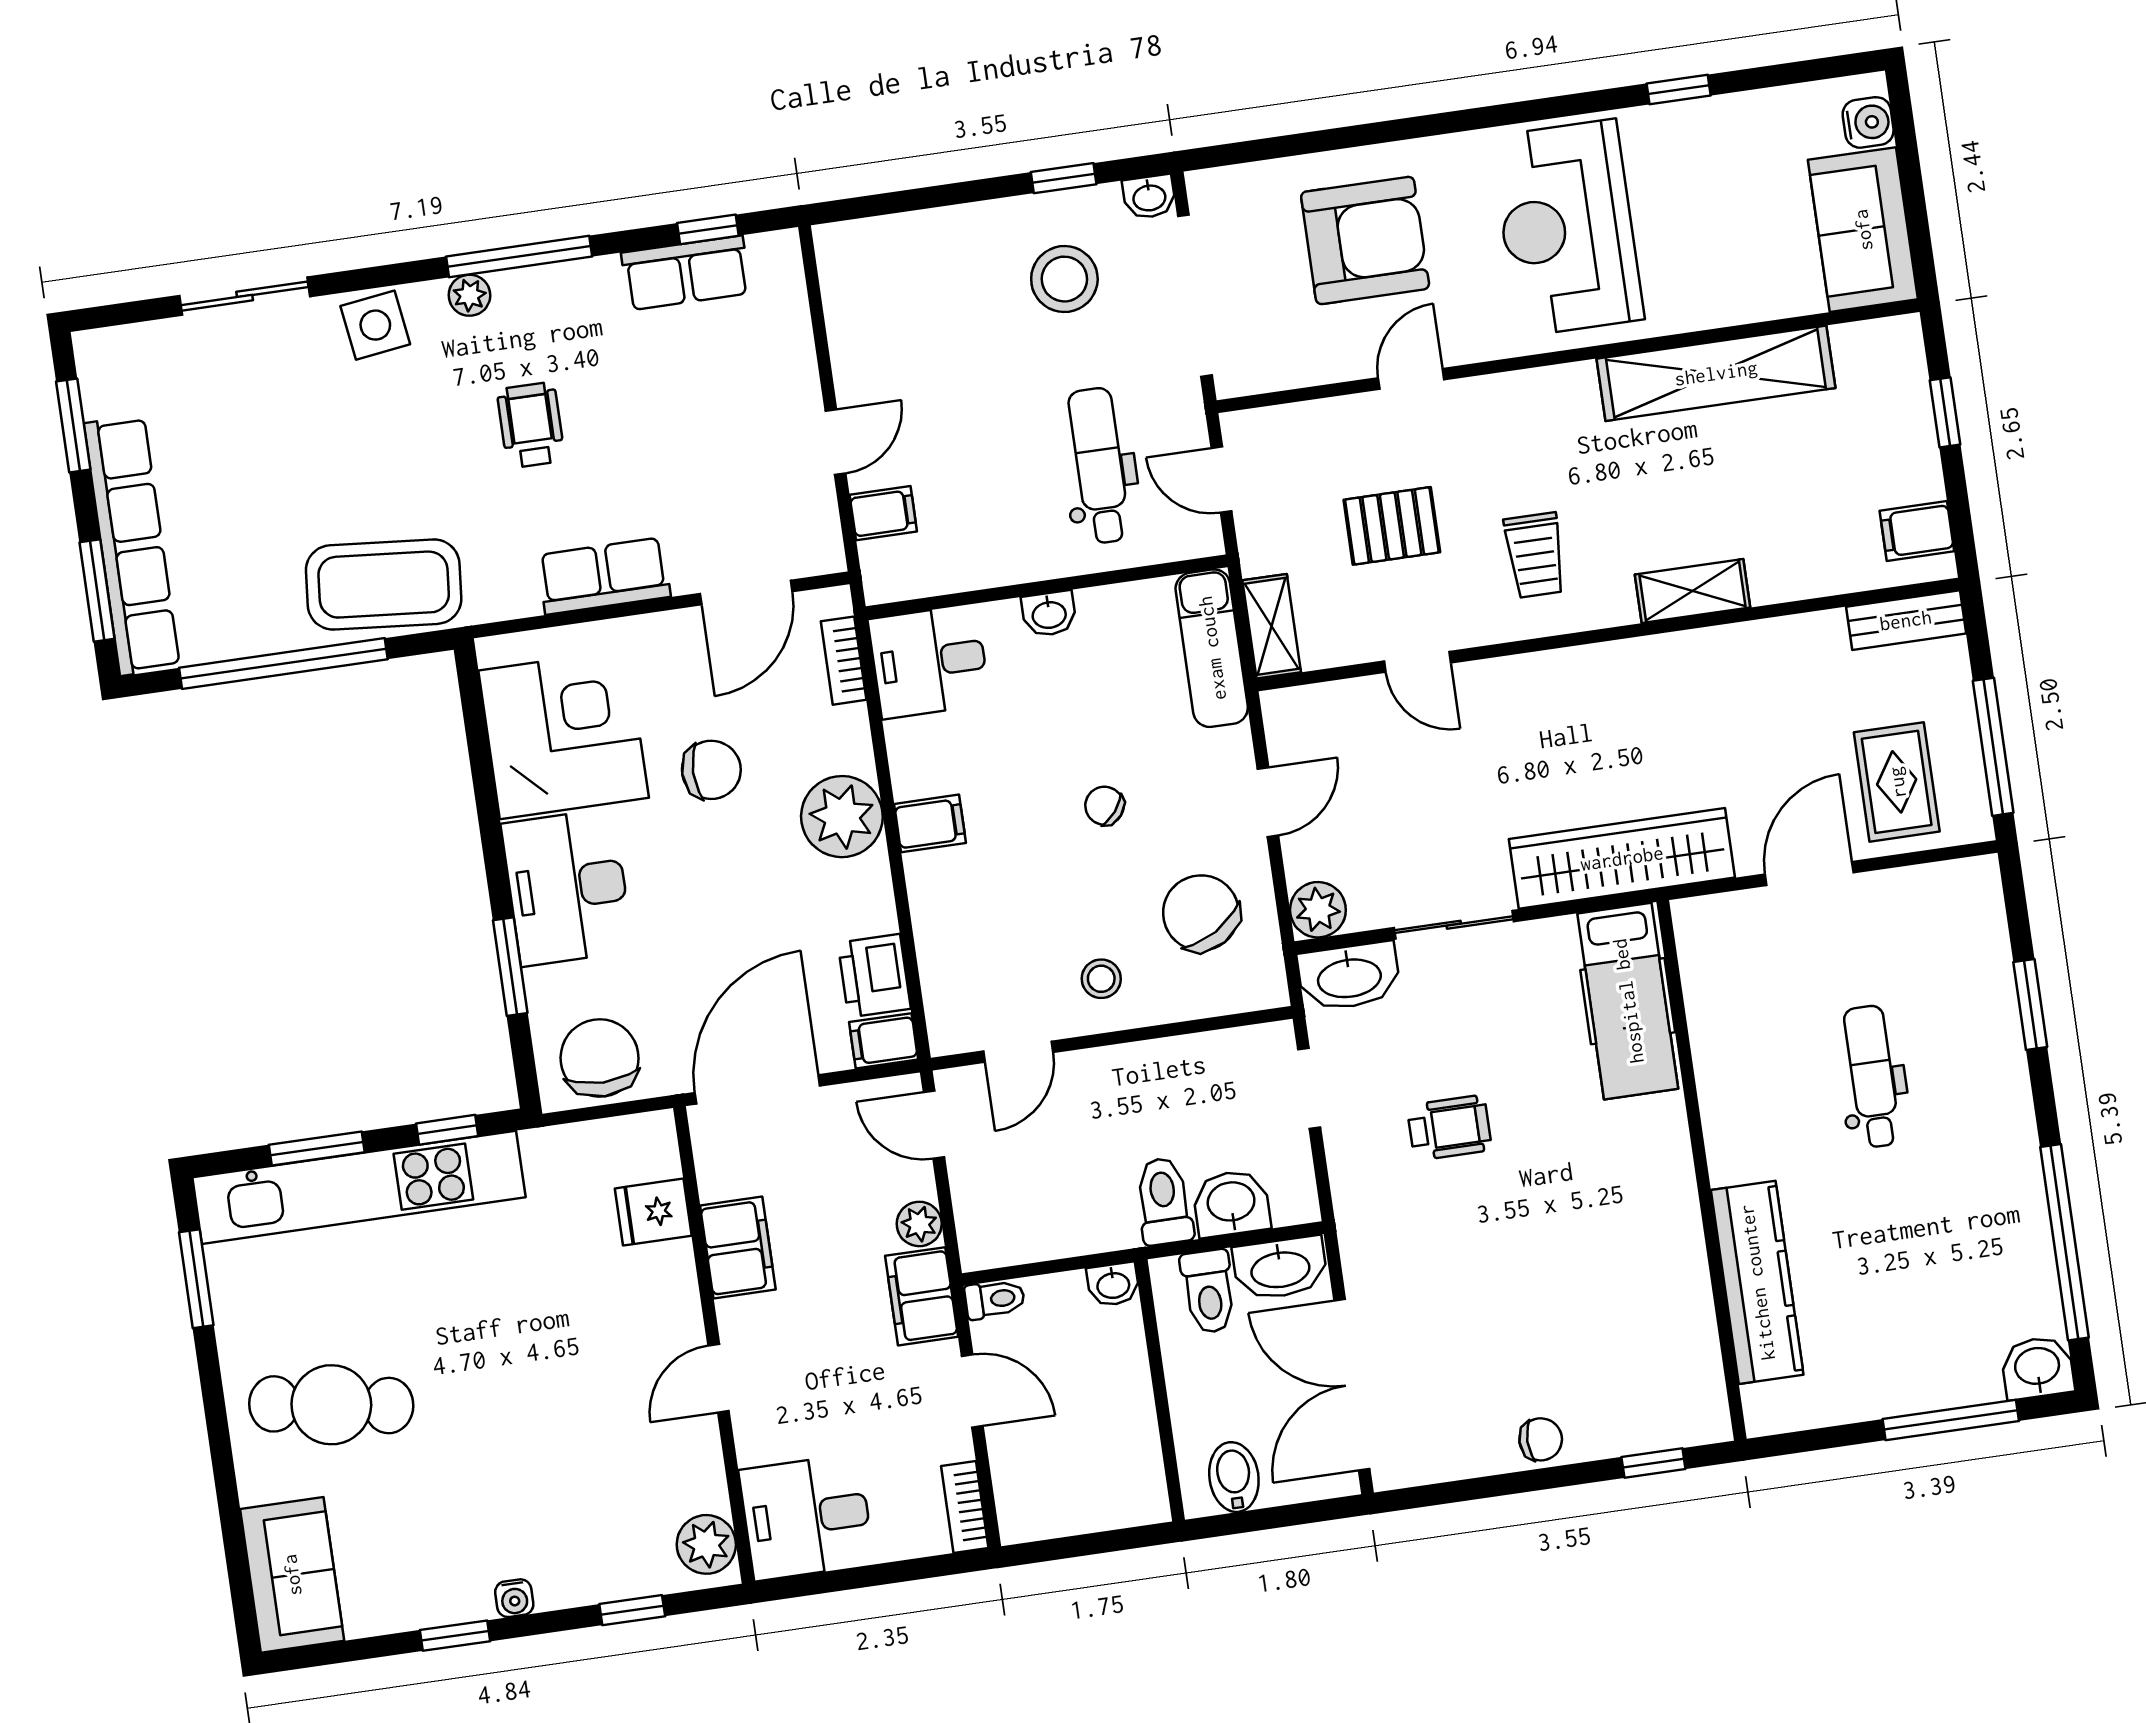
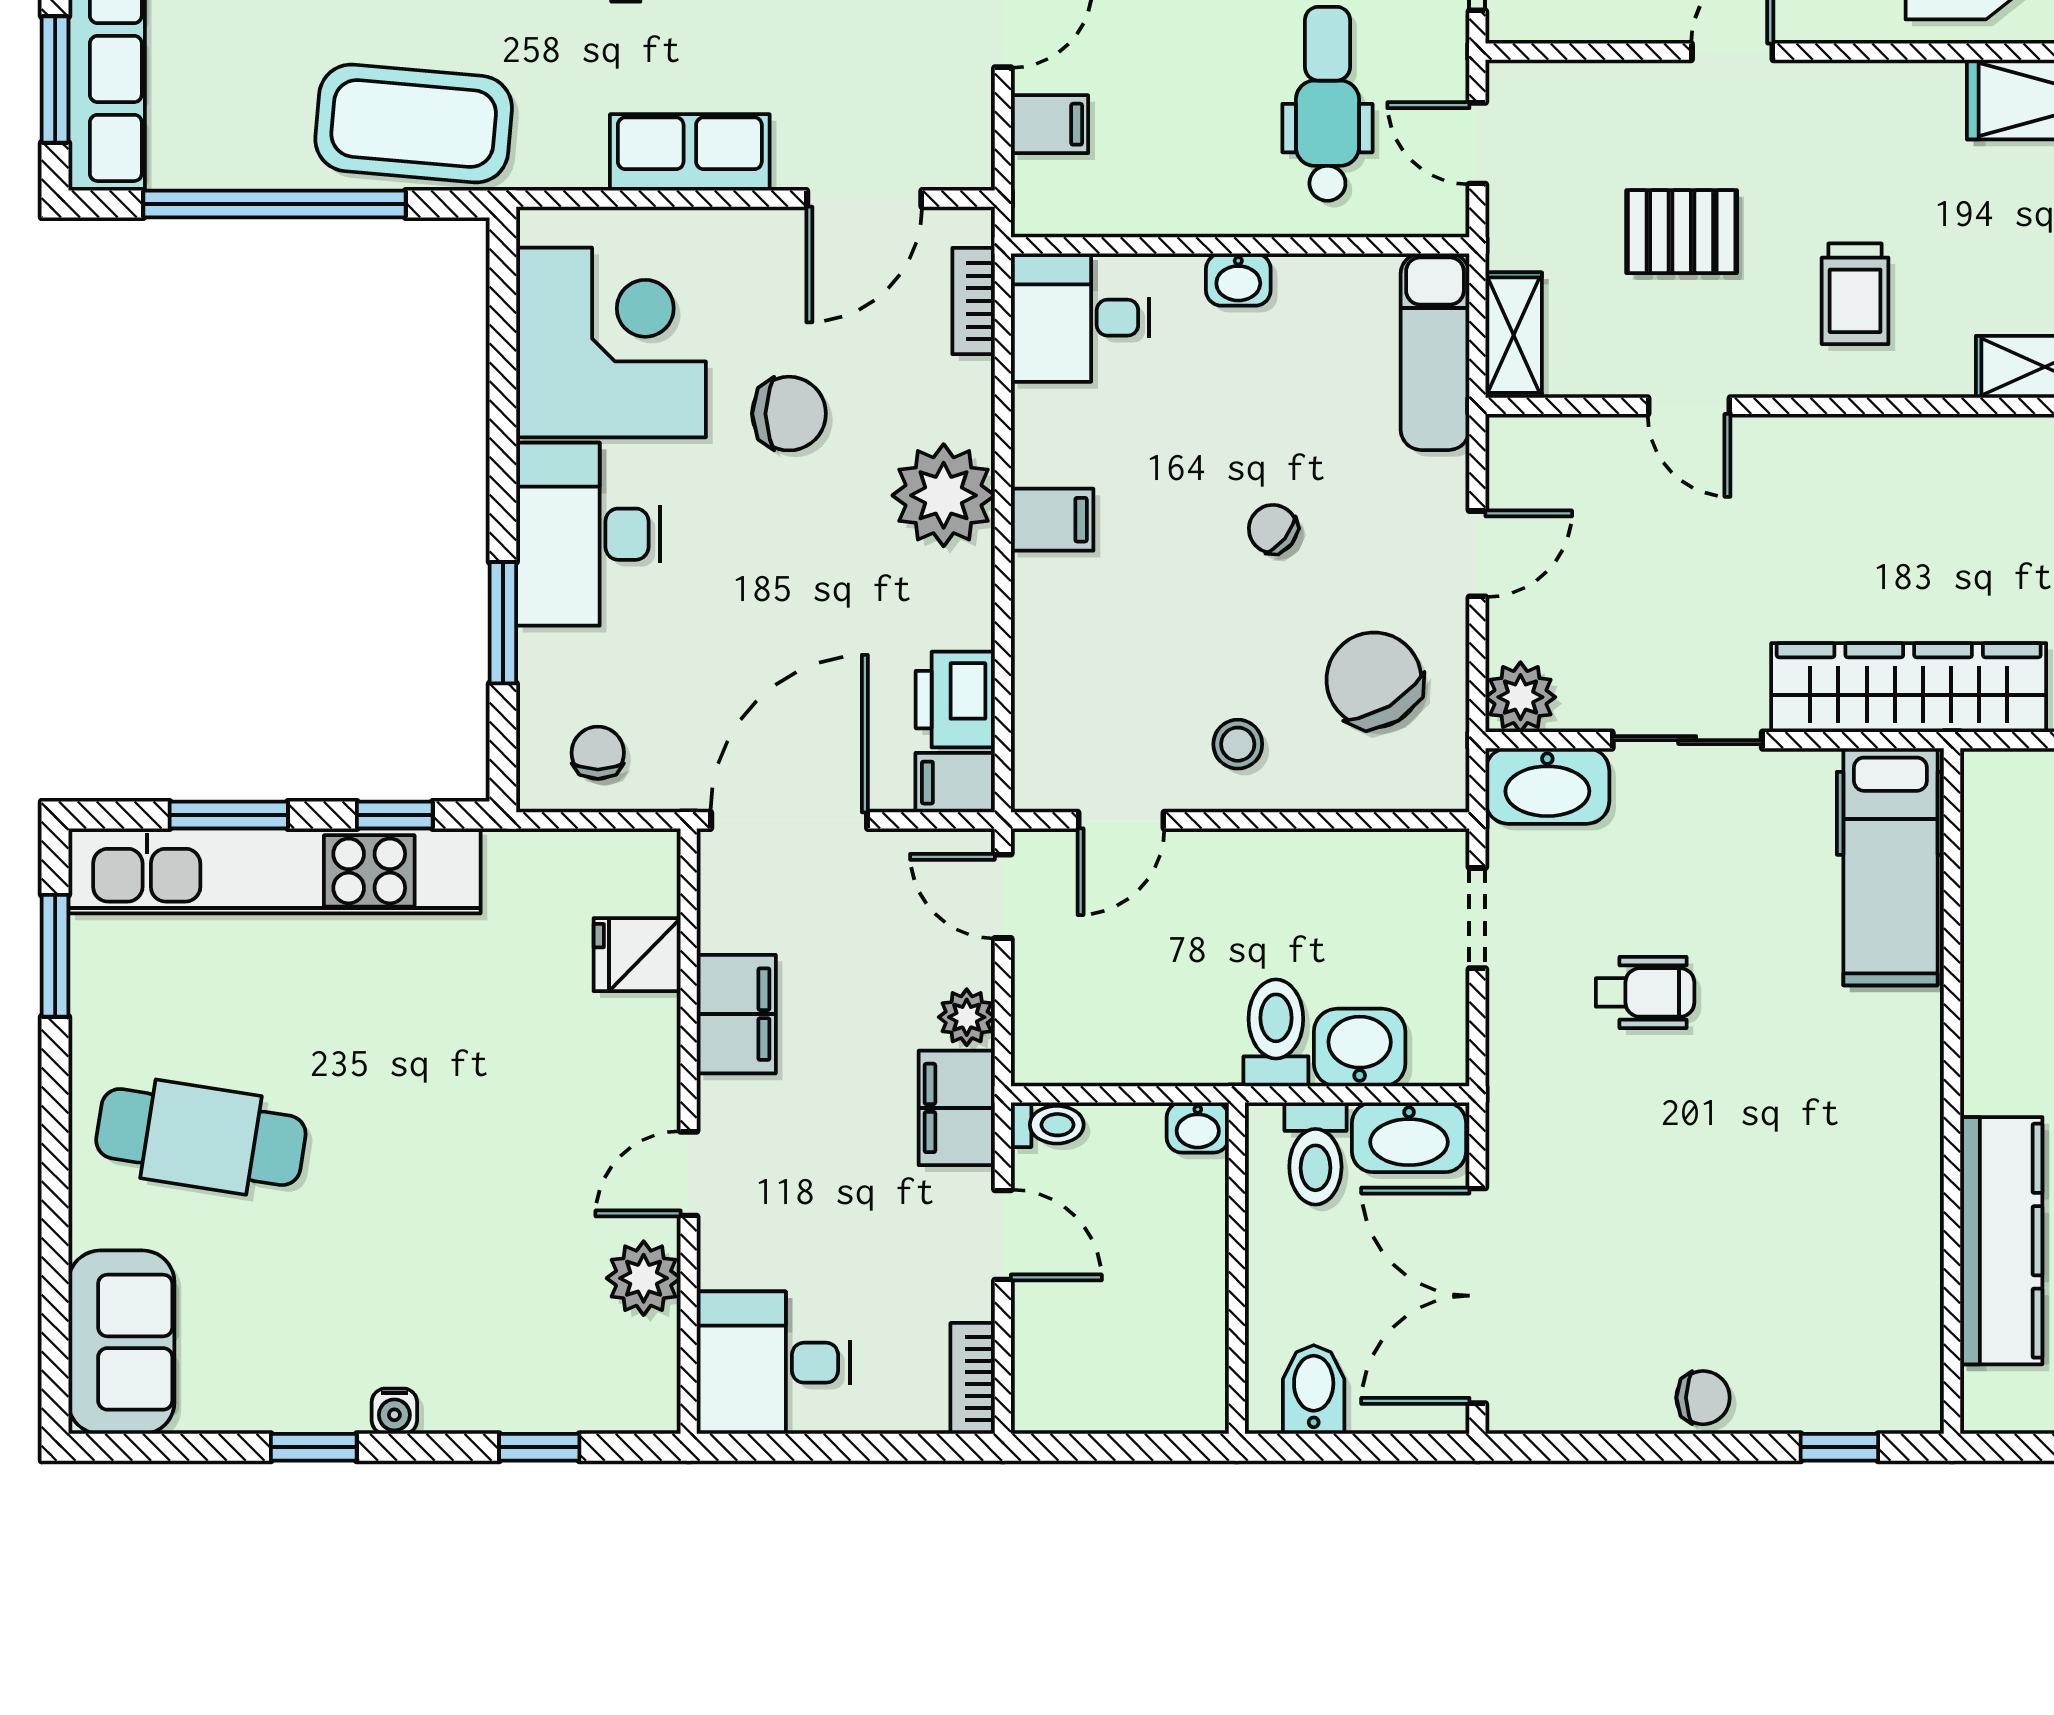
chair: (600, 1058) -> (598, 753), width x0.54, depth x0.54
plant: (706, 1544) -> (644, 1278), moved

